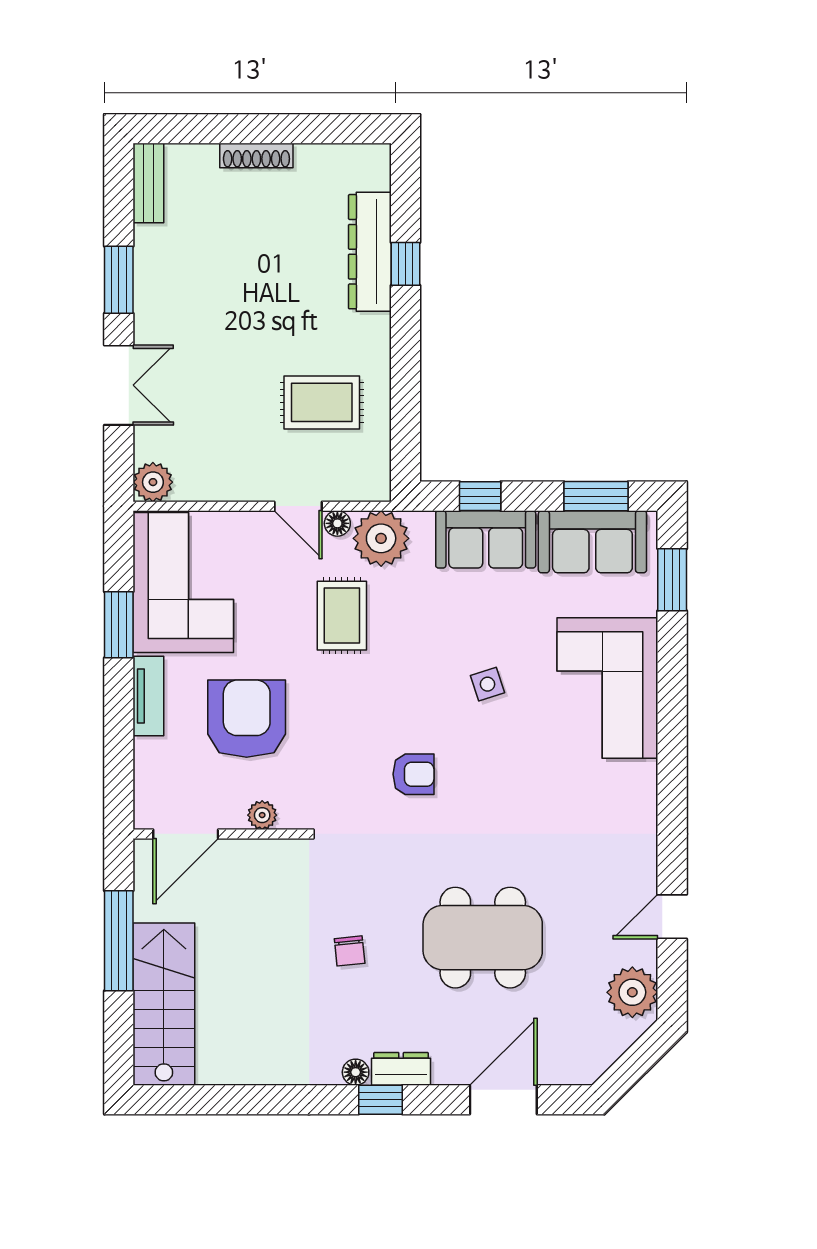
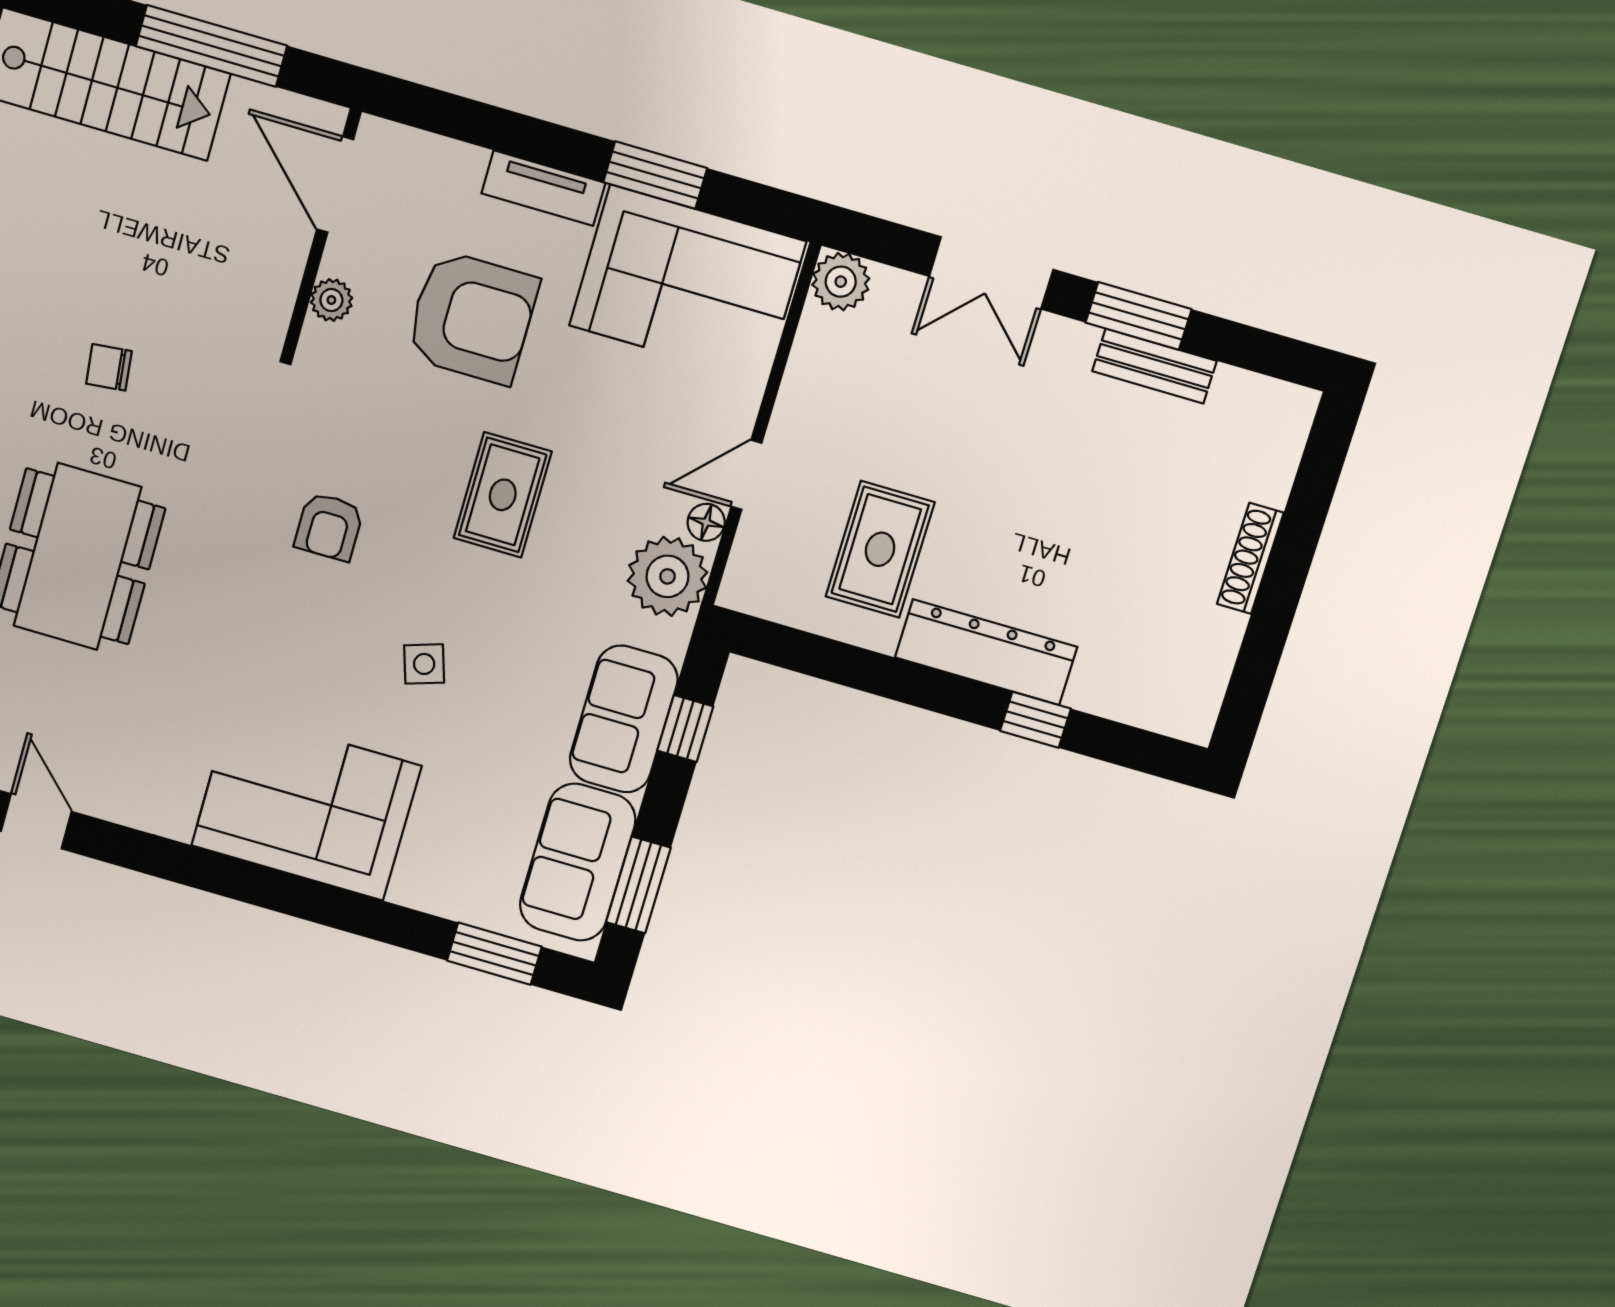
bench: (148, 183) -> (1154, 366), moved
dresser: (370, 252) -> (986, 652), moved
rug: (342, 616) -> (503, 495), moved, turned 90
corner sofa: (607, 688) -> (306, 806), moved

